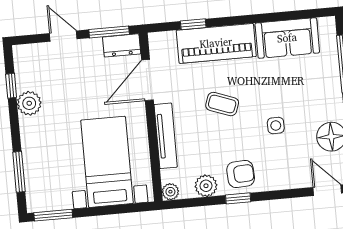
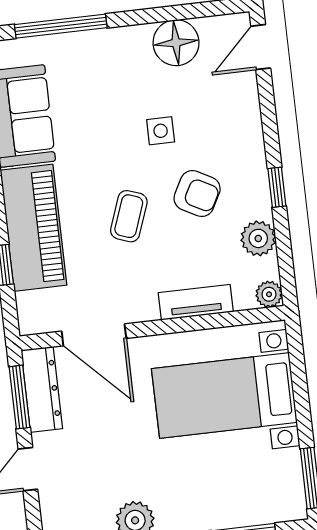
dresser: (122, 45) -> (42, 389), width x1.44
tv unit: (166, 136) -> (196, 302), width x0.71
armchair: (241, 174) -> (197, 194), moved, turned 121

